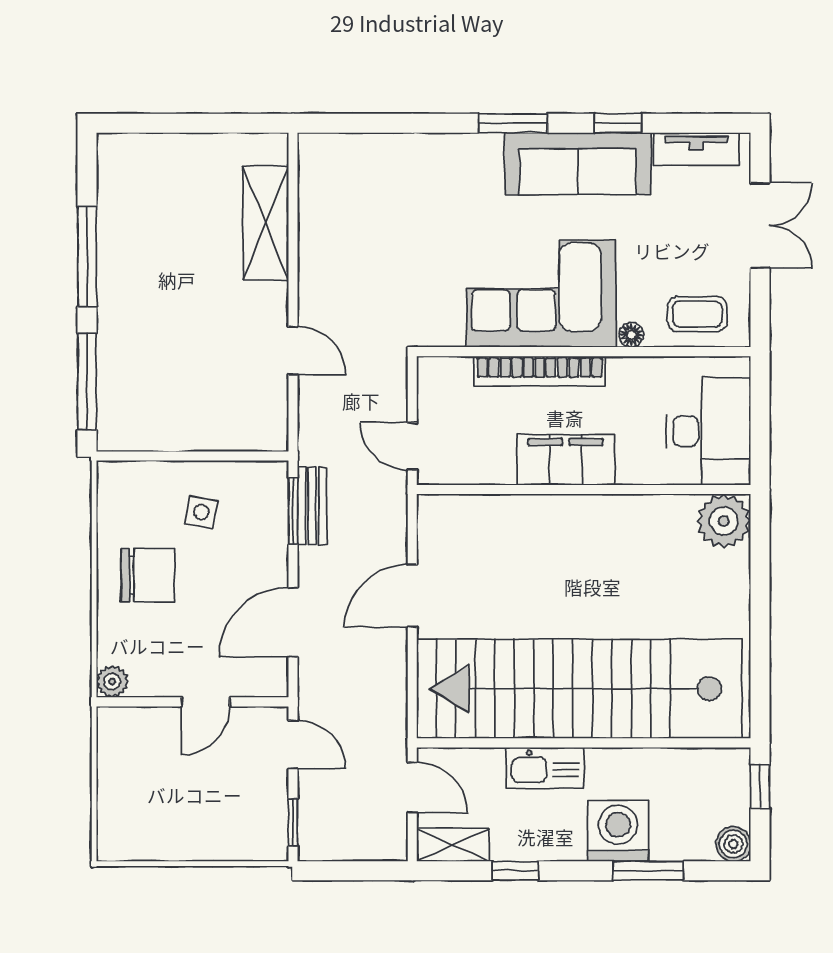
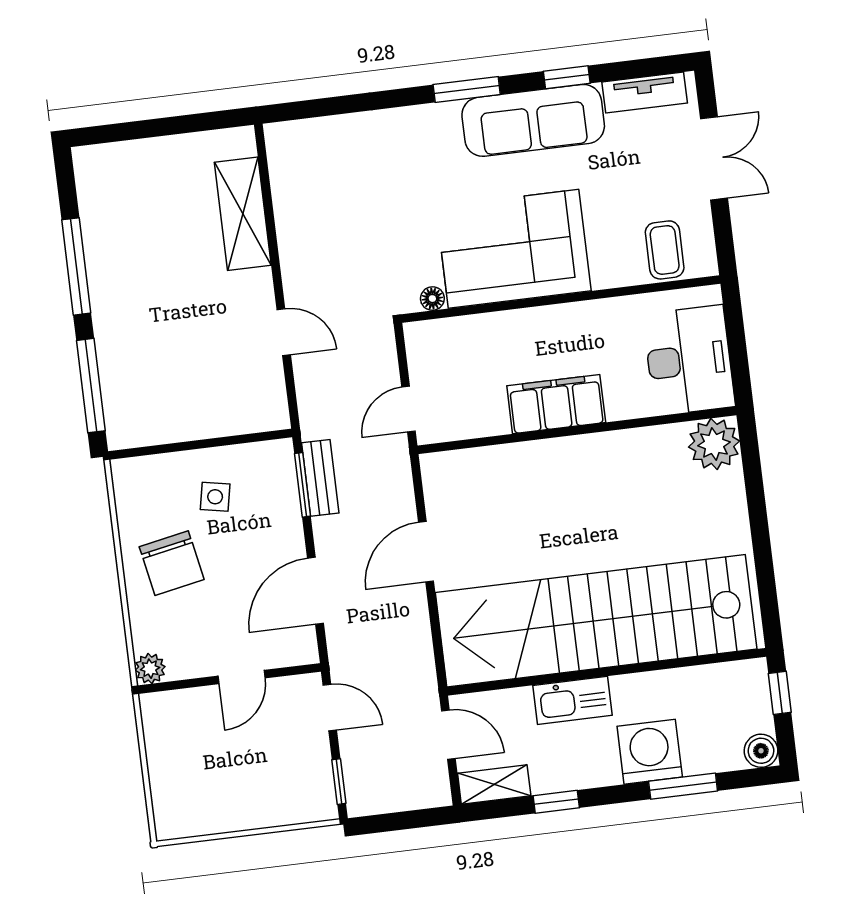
coffee table: (697, 314) -> (665, 250), turned 90
floor lamp: (631, 335) -> (432, 299), moved
bookcase: (540, 371) -> (521, 323), removed
door: (412, 446) -> (408, 409), hinge flipped
chair: (148, 575) -> (172, 563), turned 79

